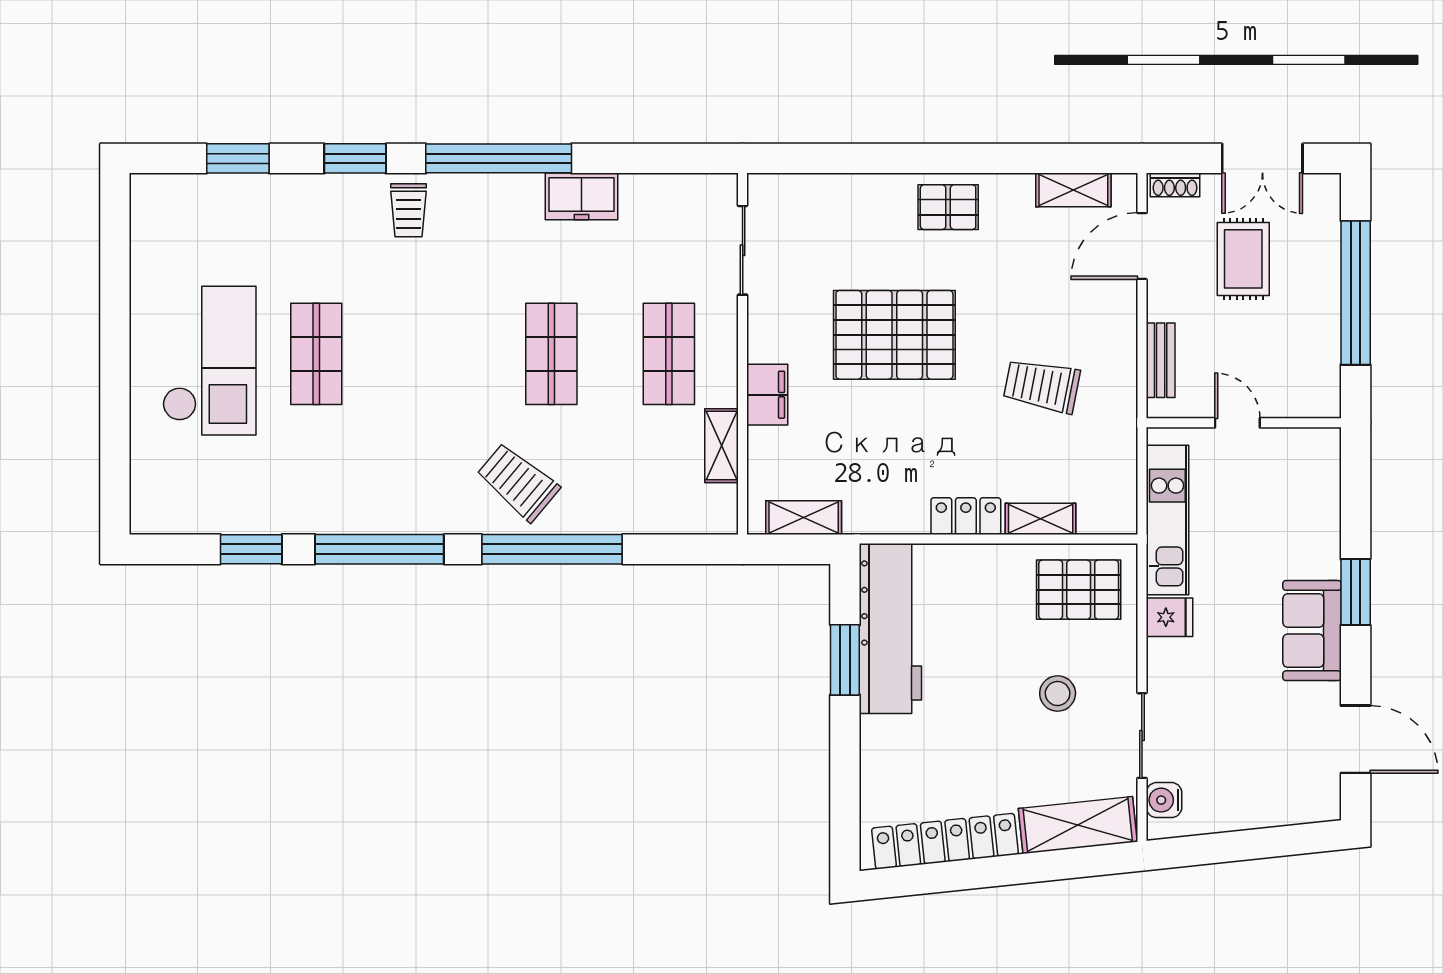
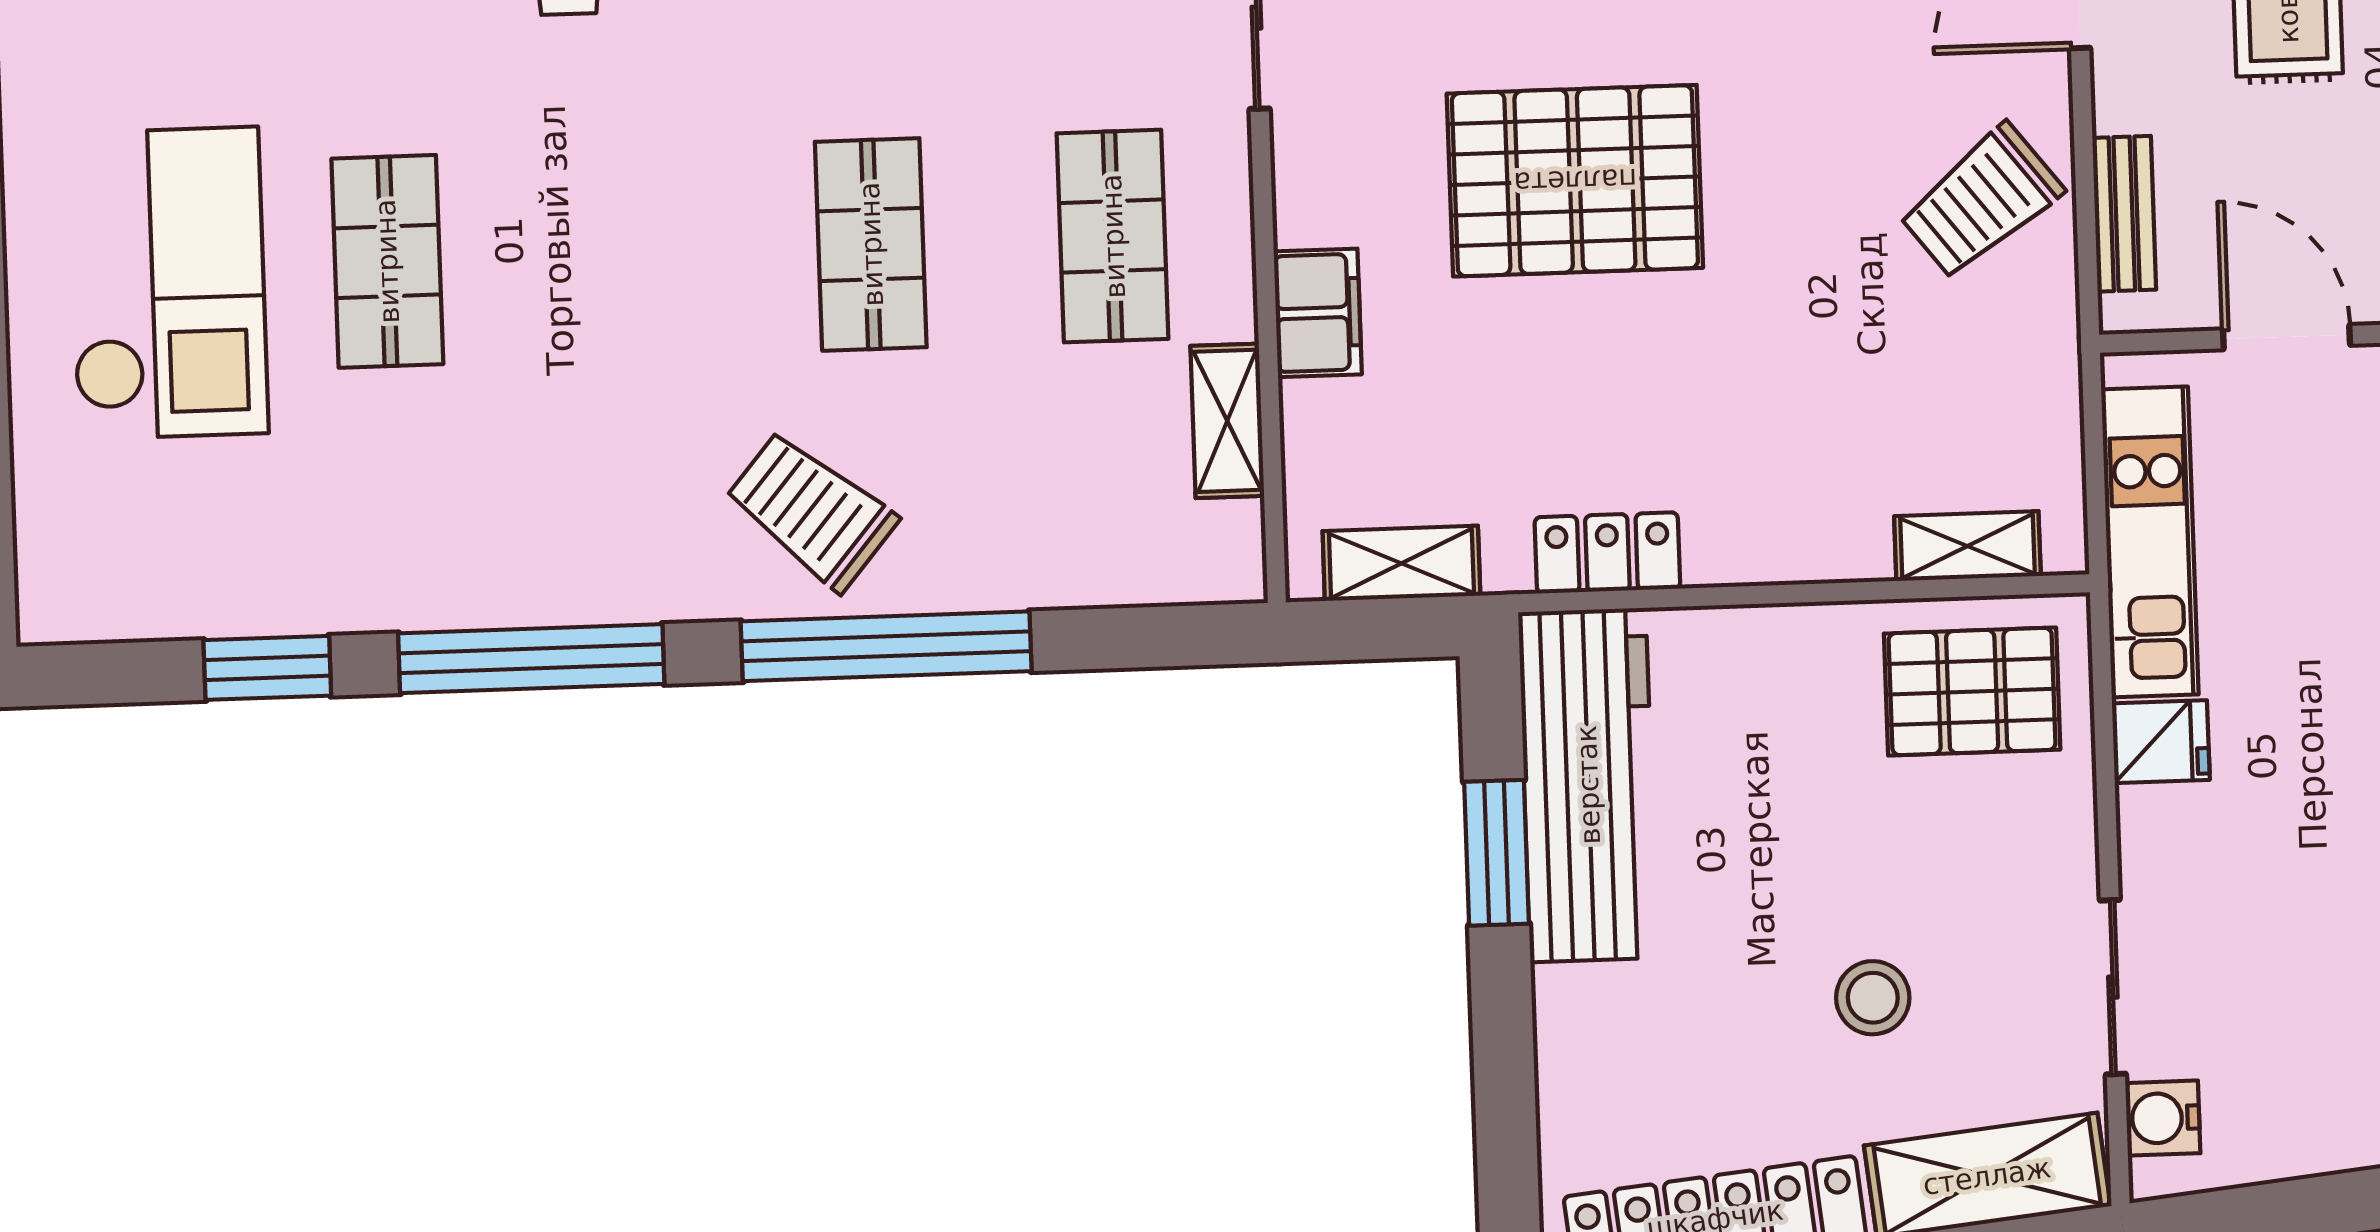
trolley: (1042, 386) -> (1981, 202), moved, turned -49
door: (1237, 423) -> (2286, 337), width x1.38
locker: (966, 516) -> (1607, 553), moved
shelving: (1041, 519) -> (1967, 546), moved
stool: (1058, 693) -> (1873, 998), moved

